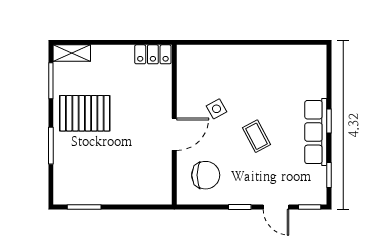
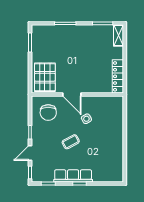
locker: (153, 54) -> (118, 76), width x1.53
pallet: (85, 113) -> (45, 77), moved

